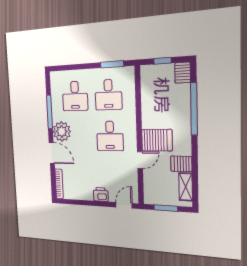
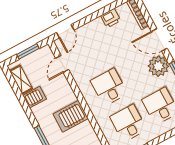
server rack: (157, 140) -> (71, 116), moved
door: (140, 160) -> (62, 64), moved
printer: (101, 194) -> (111, 18), moved

